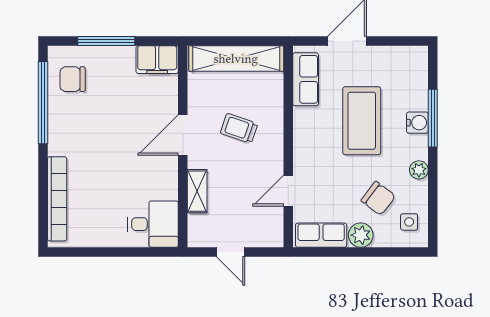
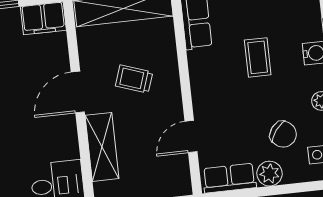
coffee table: (362, 121) -> (258, 57), width x0.54, depth x0.58
shelving: (197, 191) -> (102, 147), width x1.50, depth x1.33

